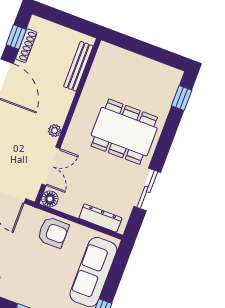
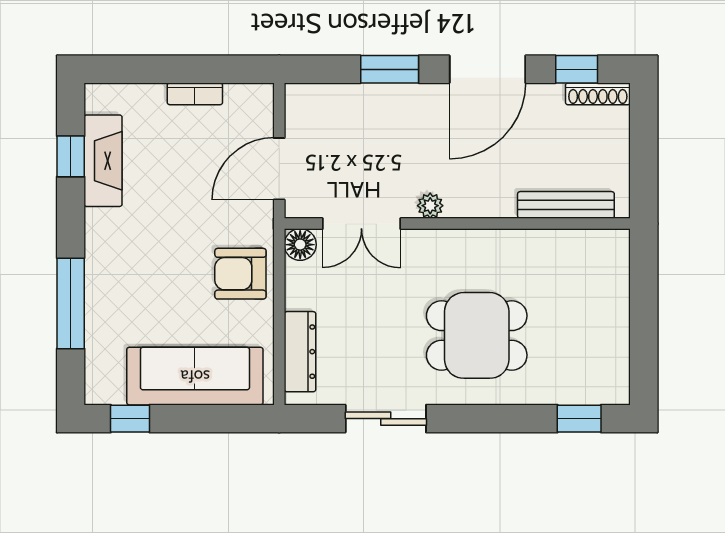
shoe rack: (26, 46) -> (598, 94), moved
dining table: (124, 132) -> (477, 335), width x0.73
armchair: (53, 232) -> (240, 274), turned 90

